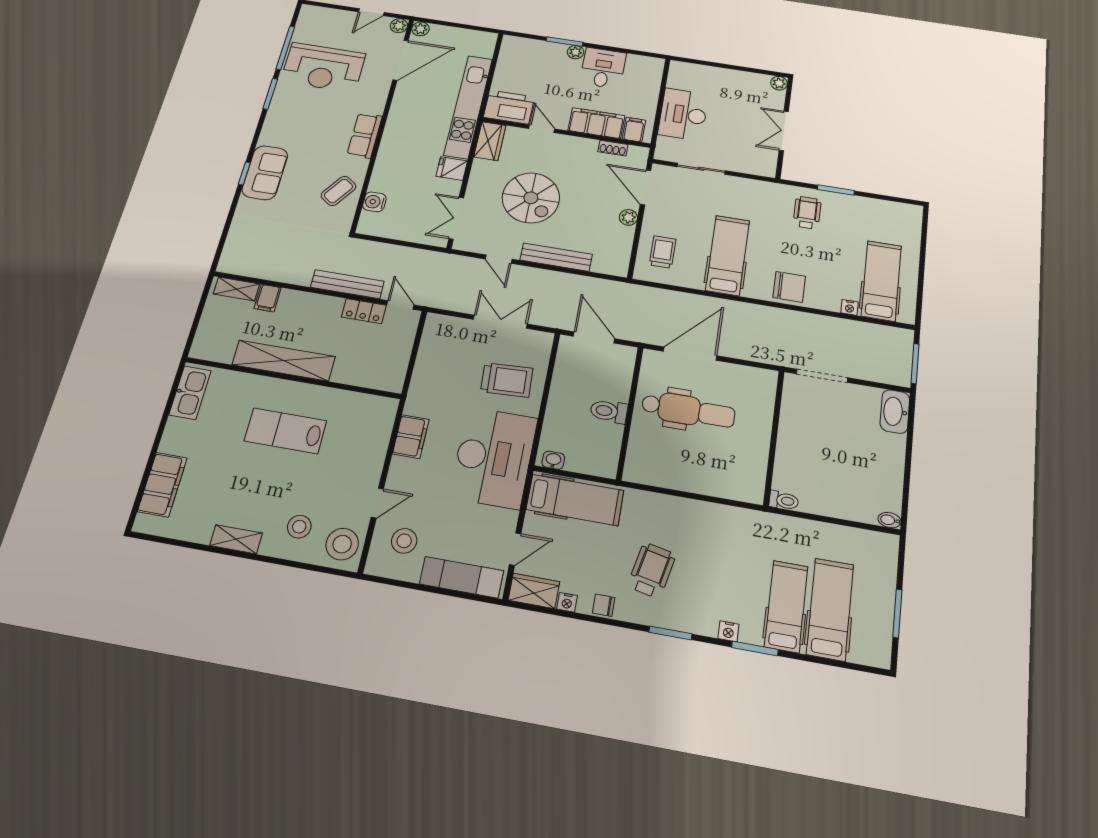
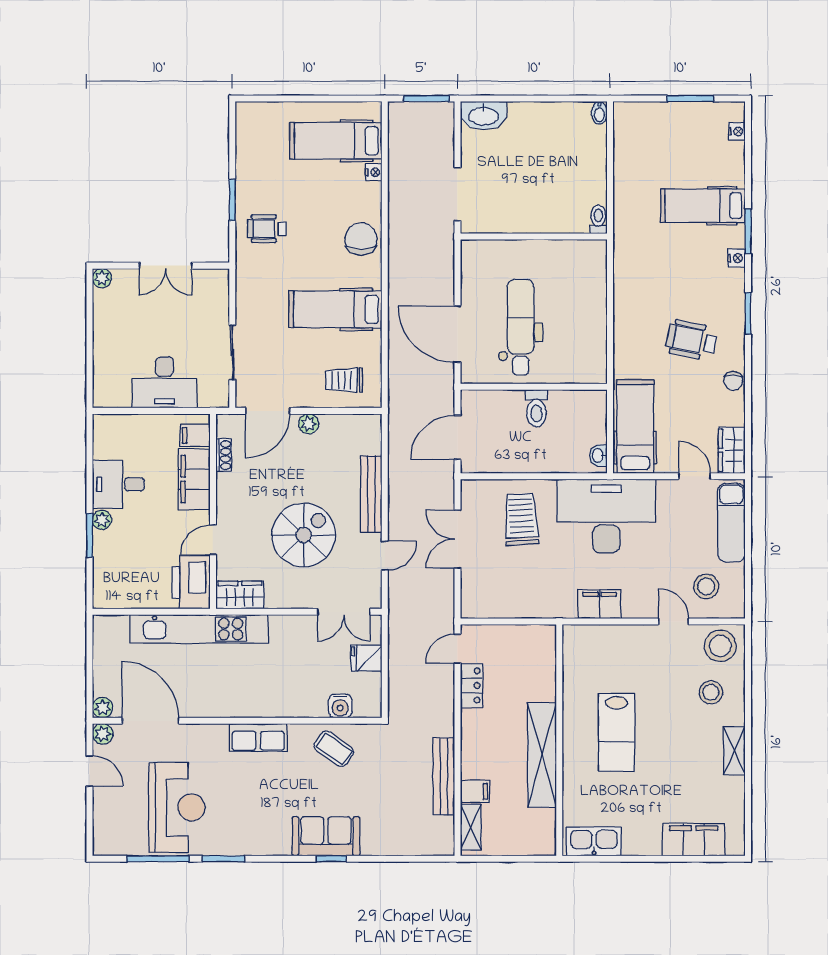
fridge: (452, 169) -> (366, 658), moved, turned 90
bench: (347, 284) -> (444, 776), moved
nightstand: (567, 602) -> (737, 131), moved
hospital bed: (830, 609) -> (698, 163), removed

